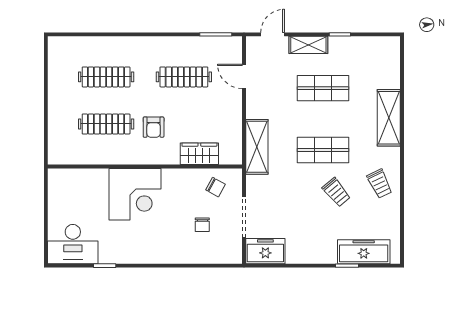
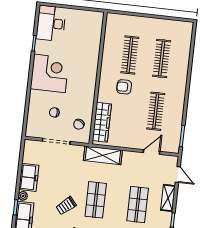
wardrobe: (199, 154) -> (102, 122), width x1.50
corner desk: (135, 194) -> (50, 73), moved, turned 180
freezer: (265, 251) -> (29, 177), moved
plant: (329, 257) -> (23, 196), added

